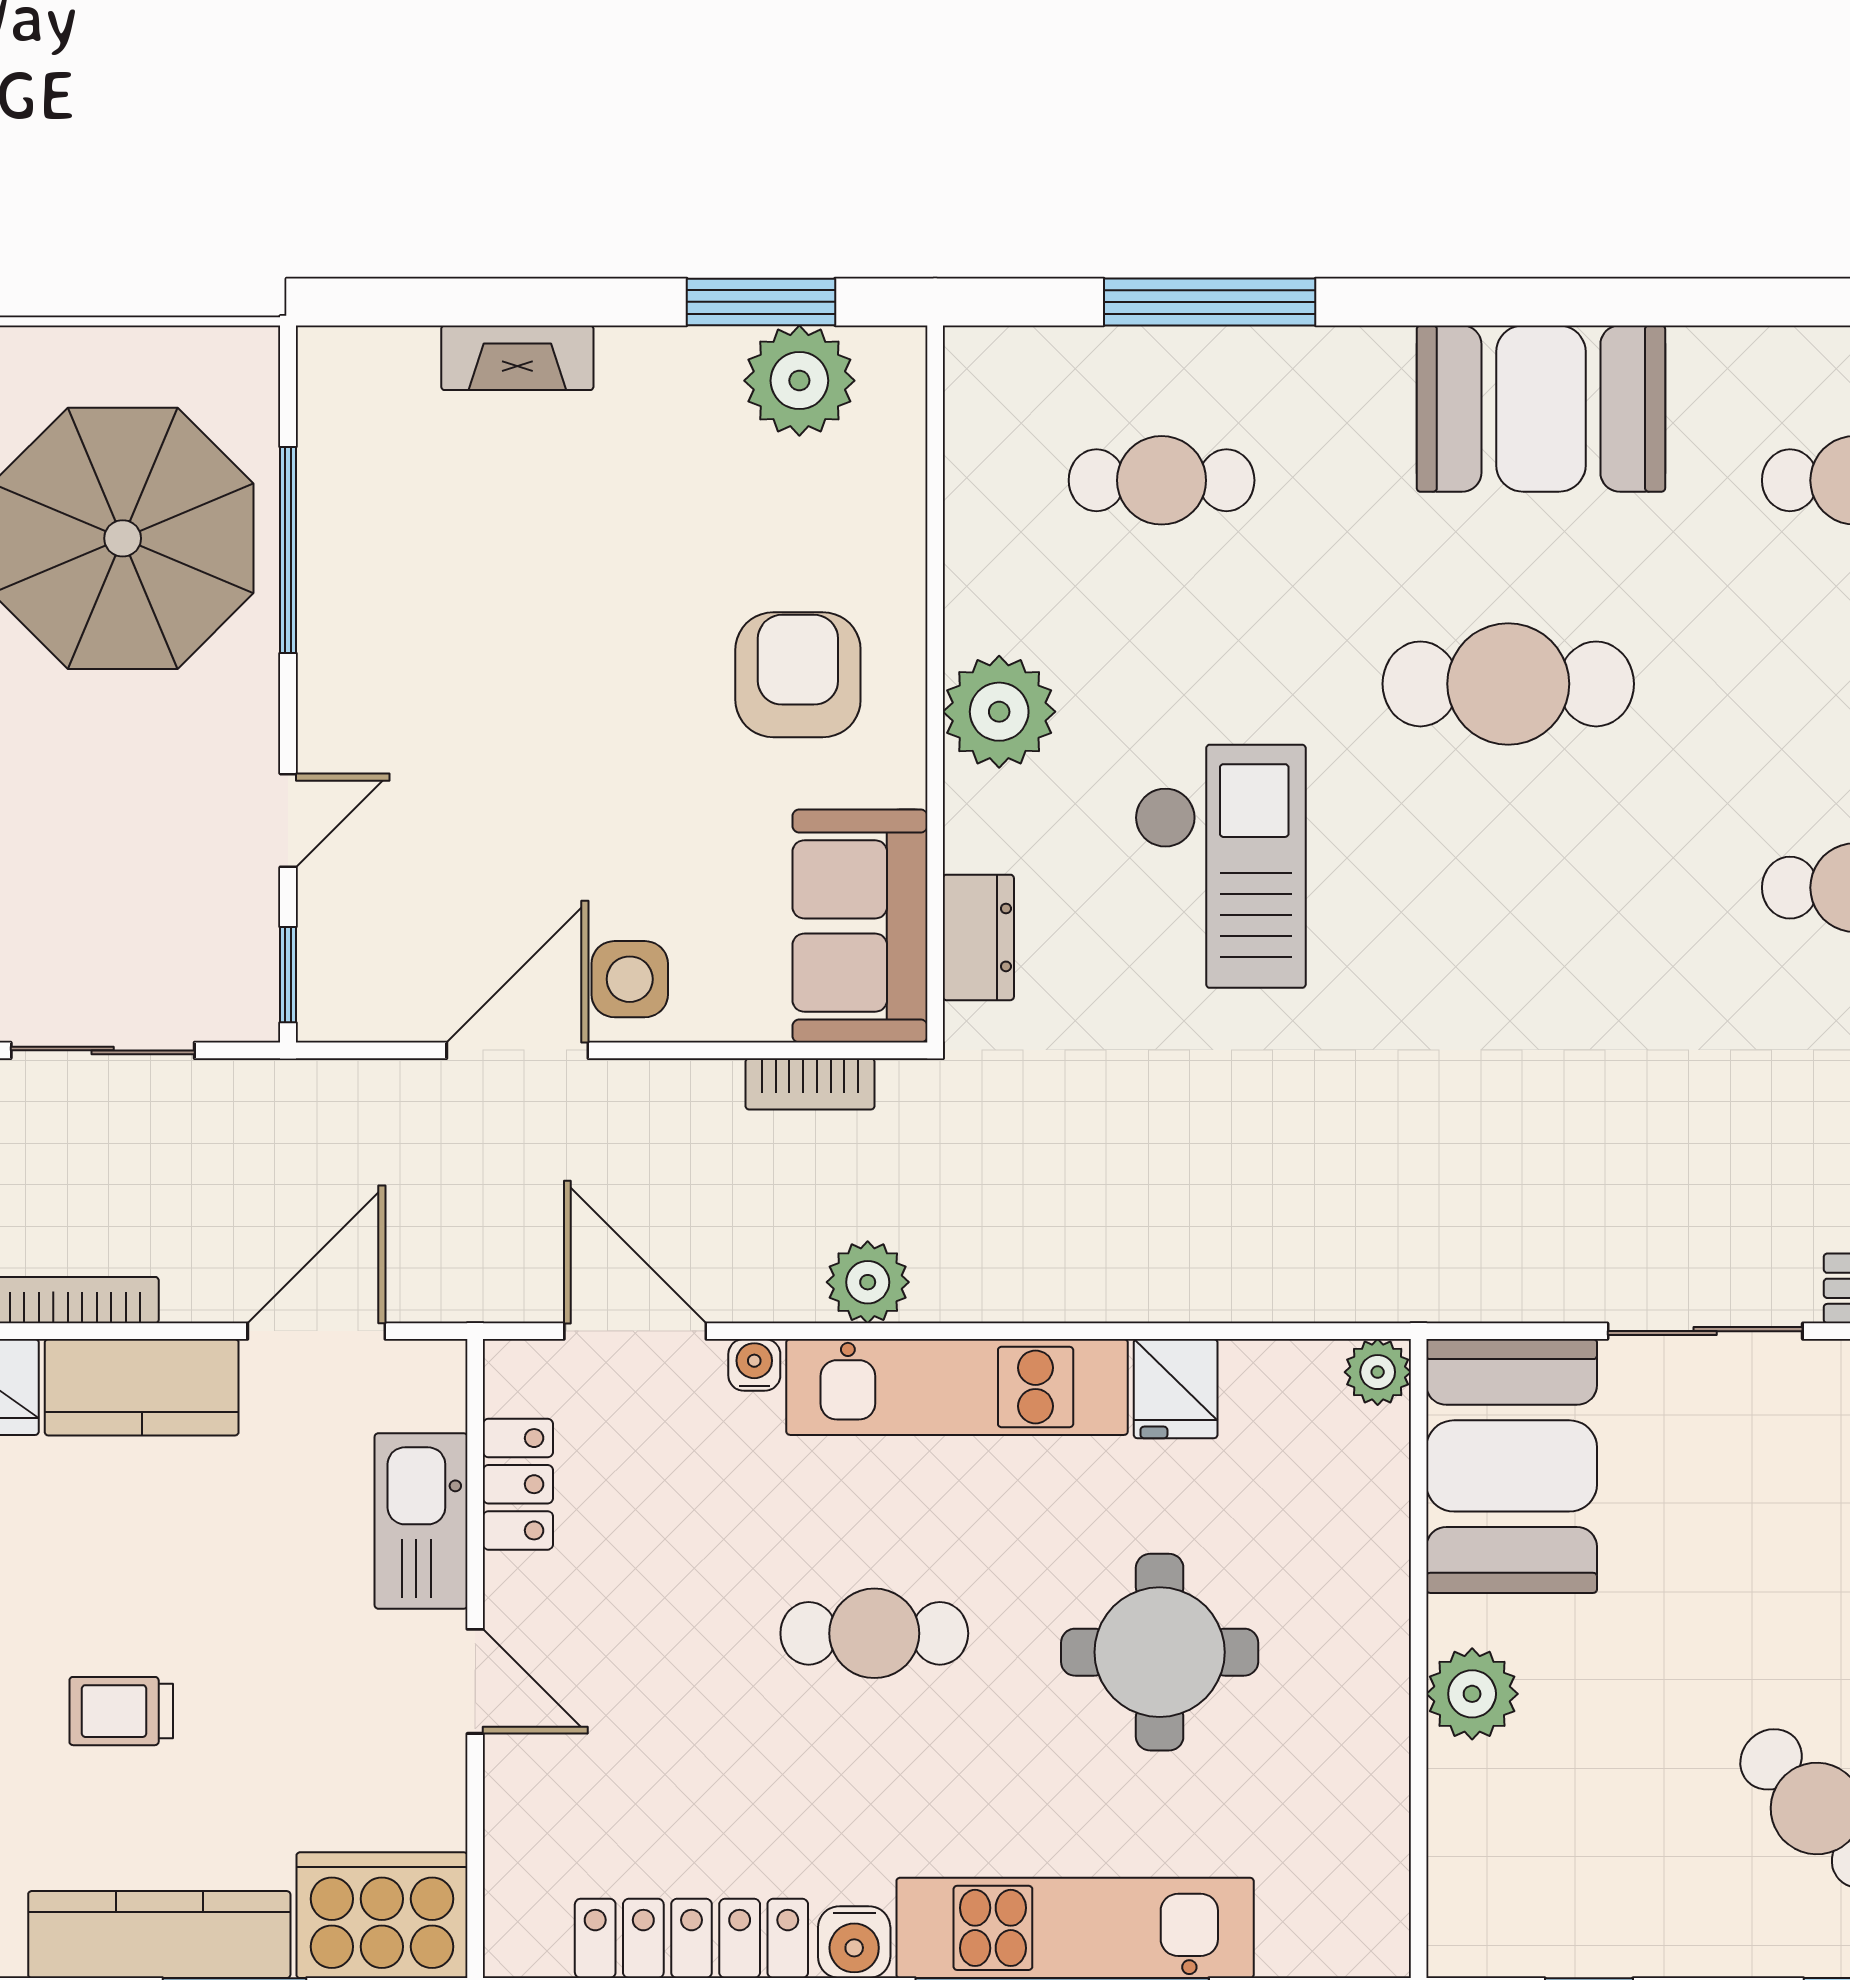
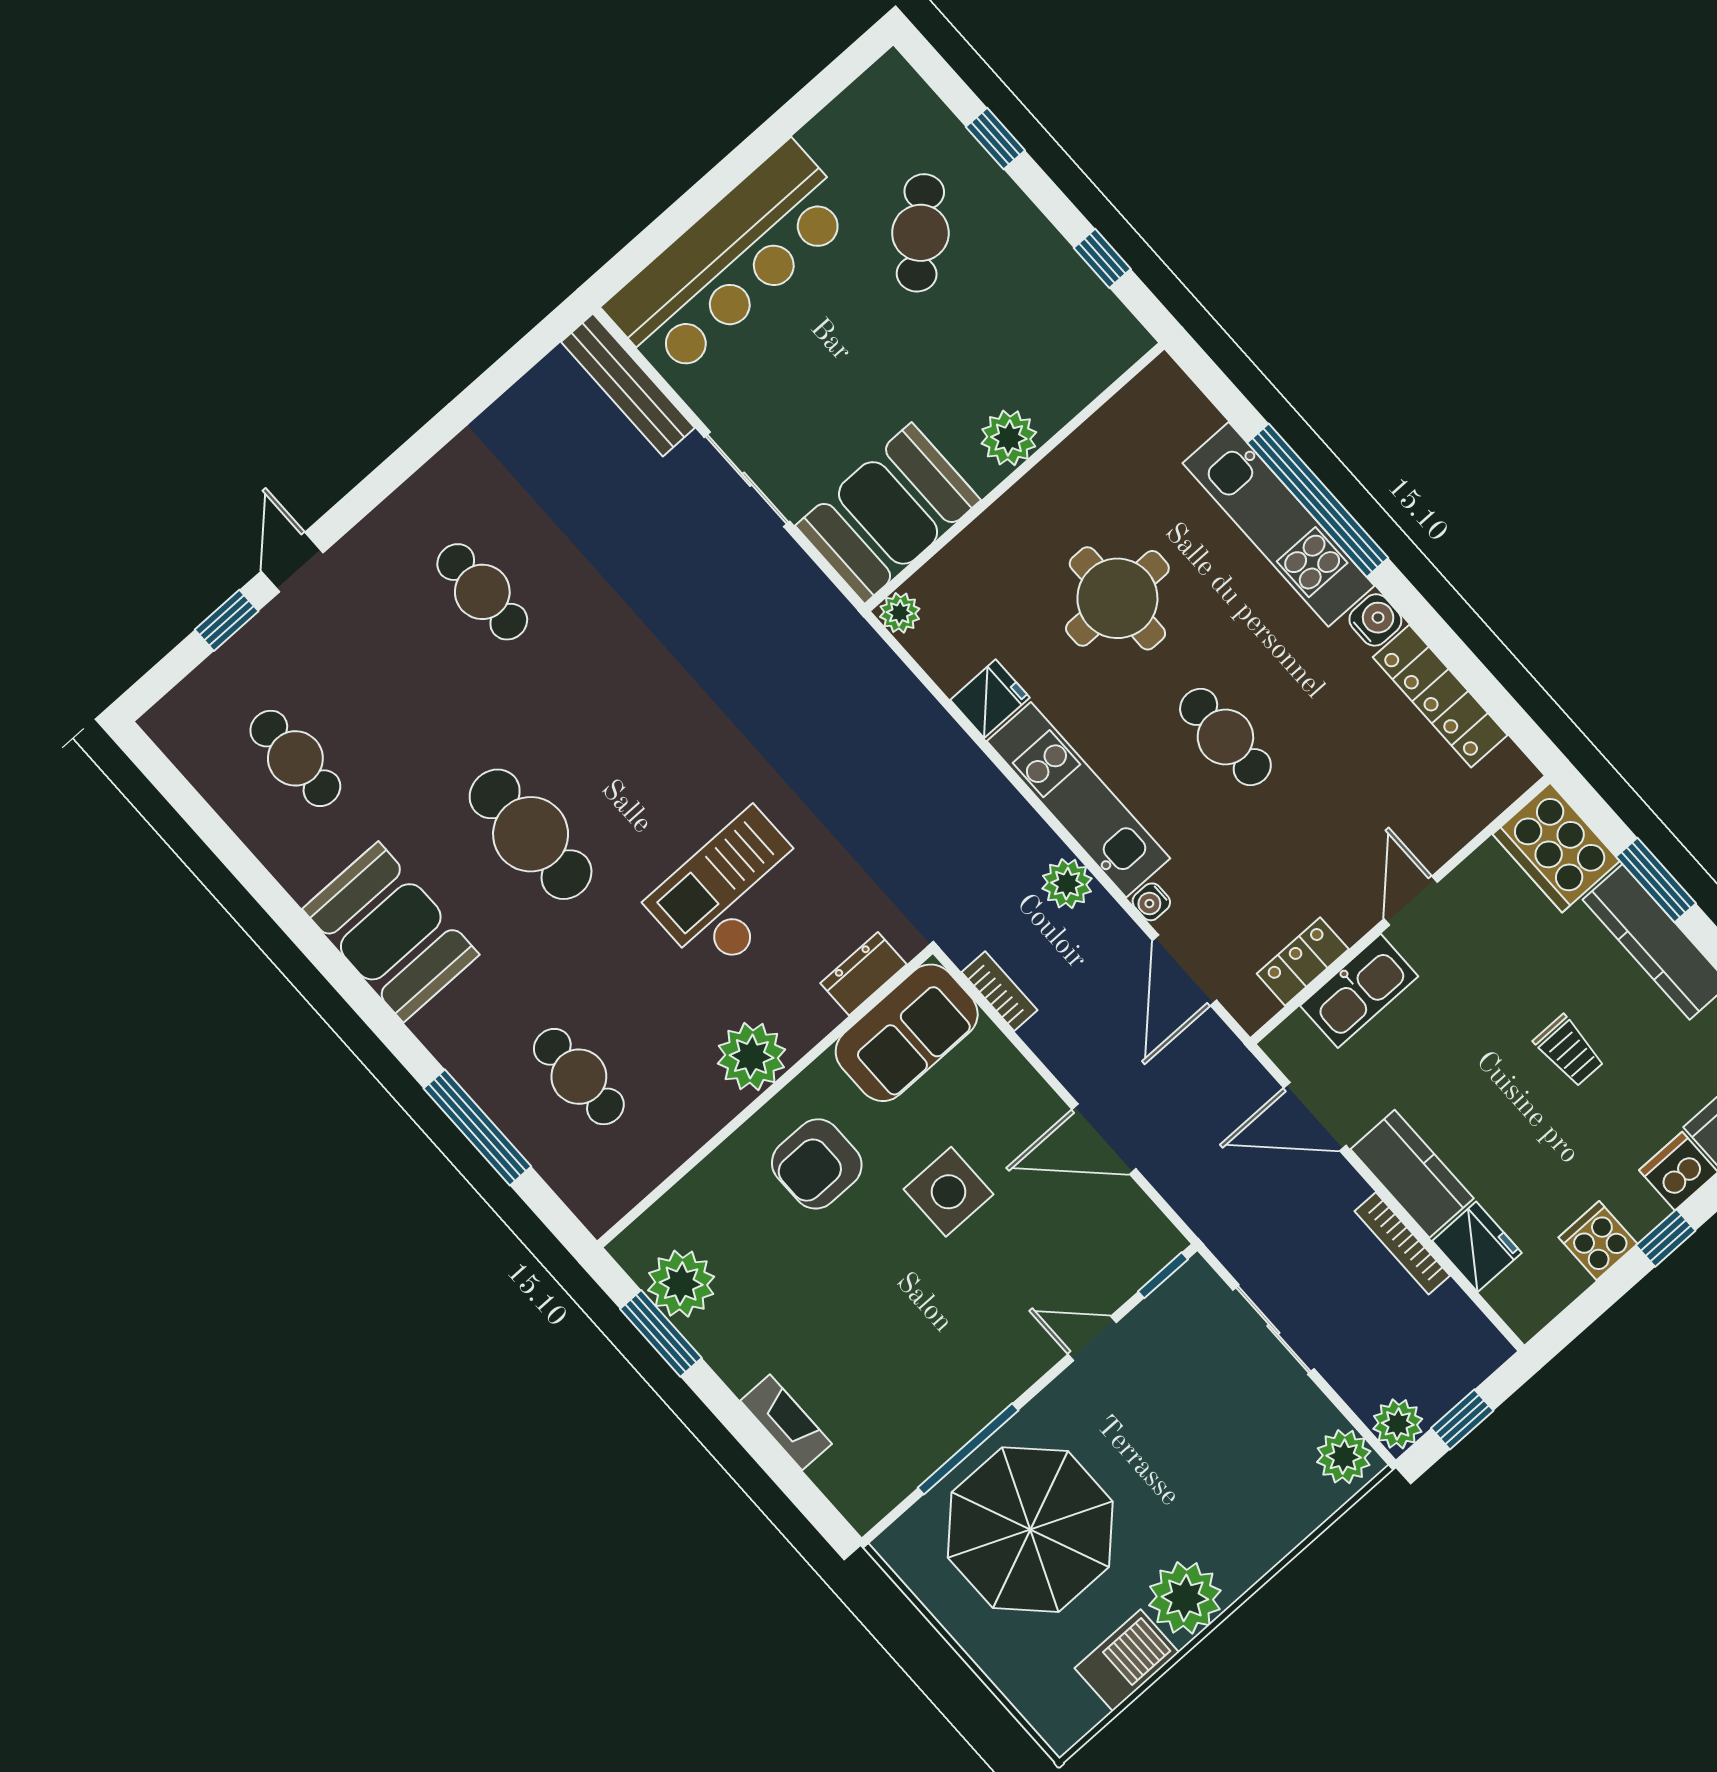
side table: (630, 979) -> (949, 1192), moved, width x1.37, depth x1.37

